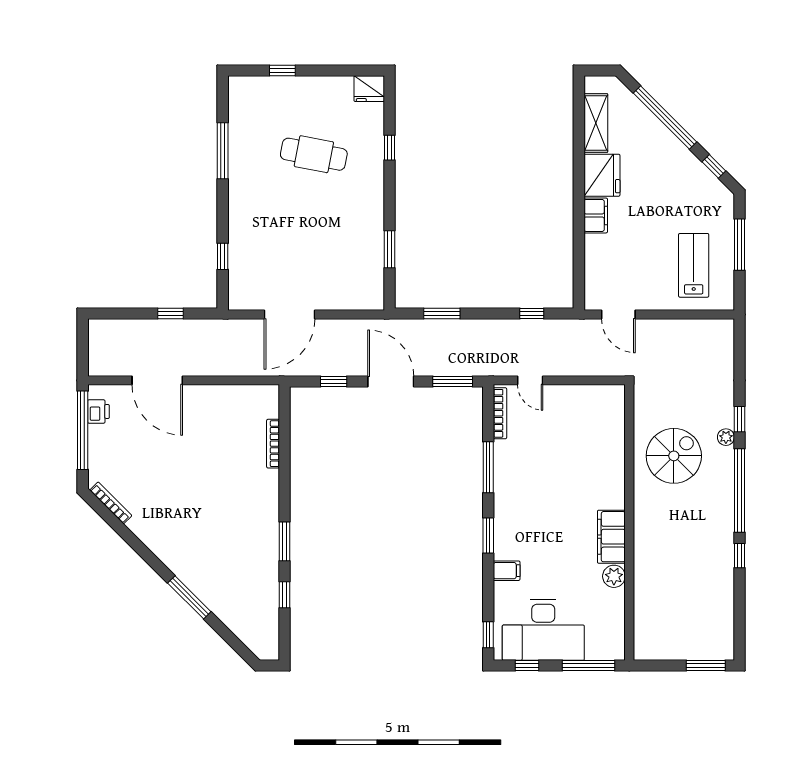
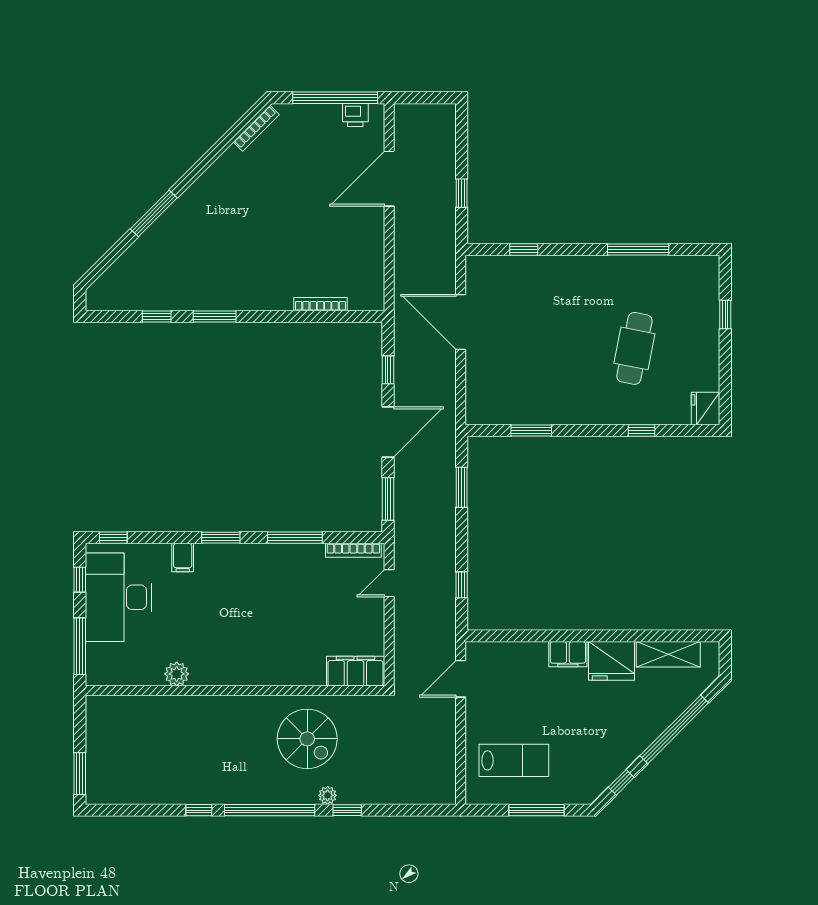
filing cabinet: (611, 537) -> (355, 671), moved

